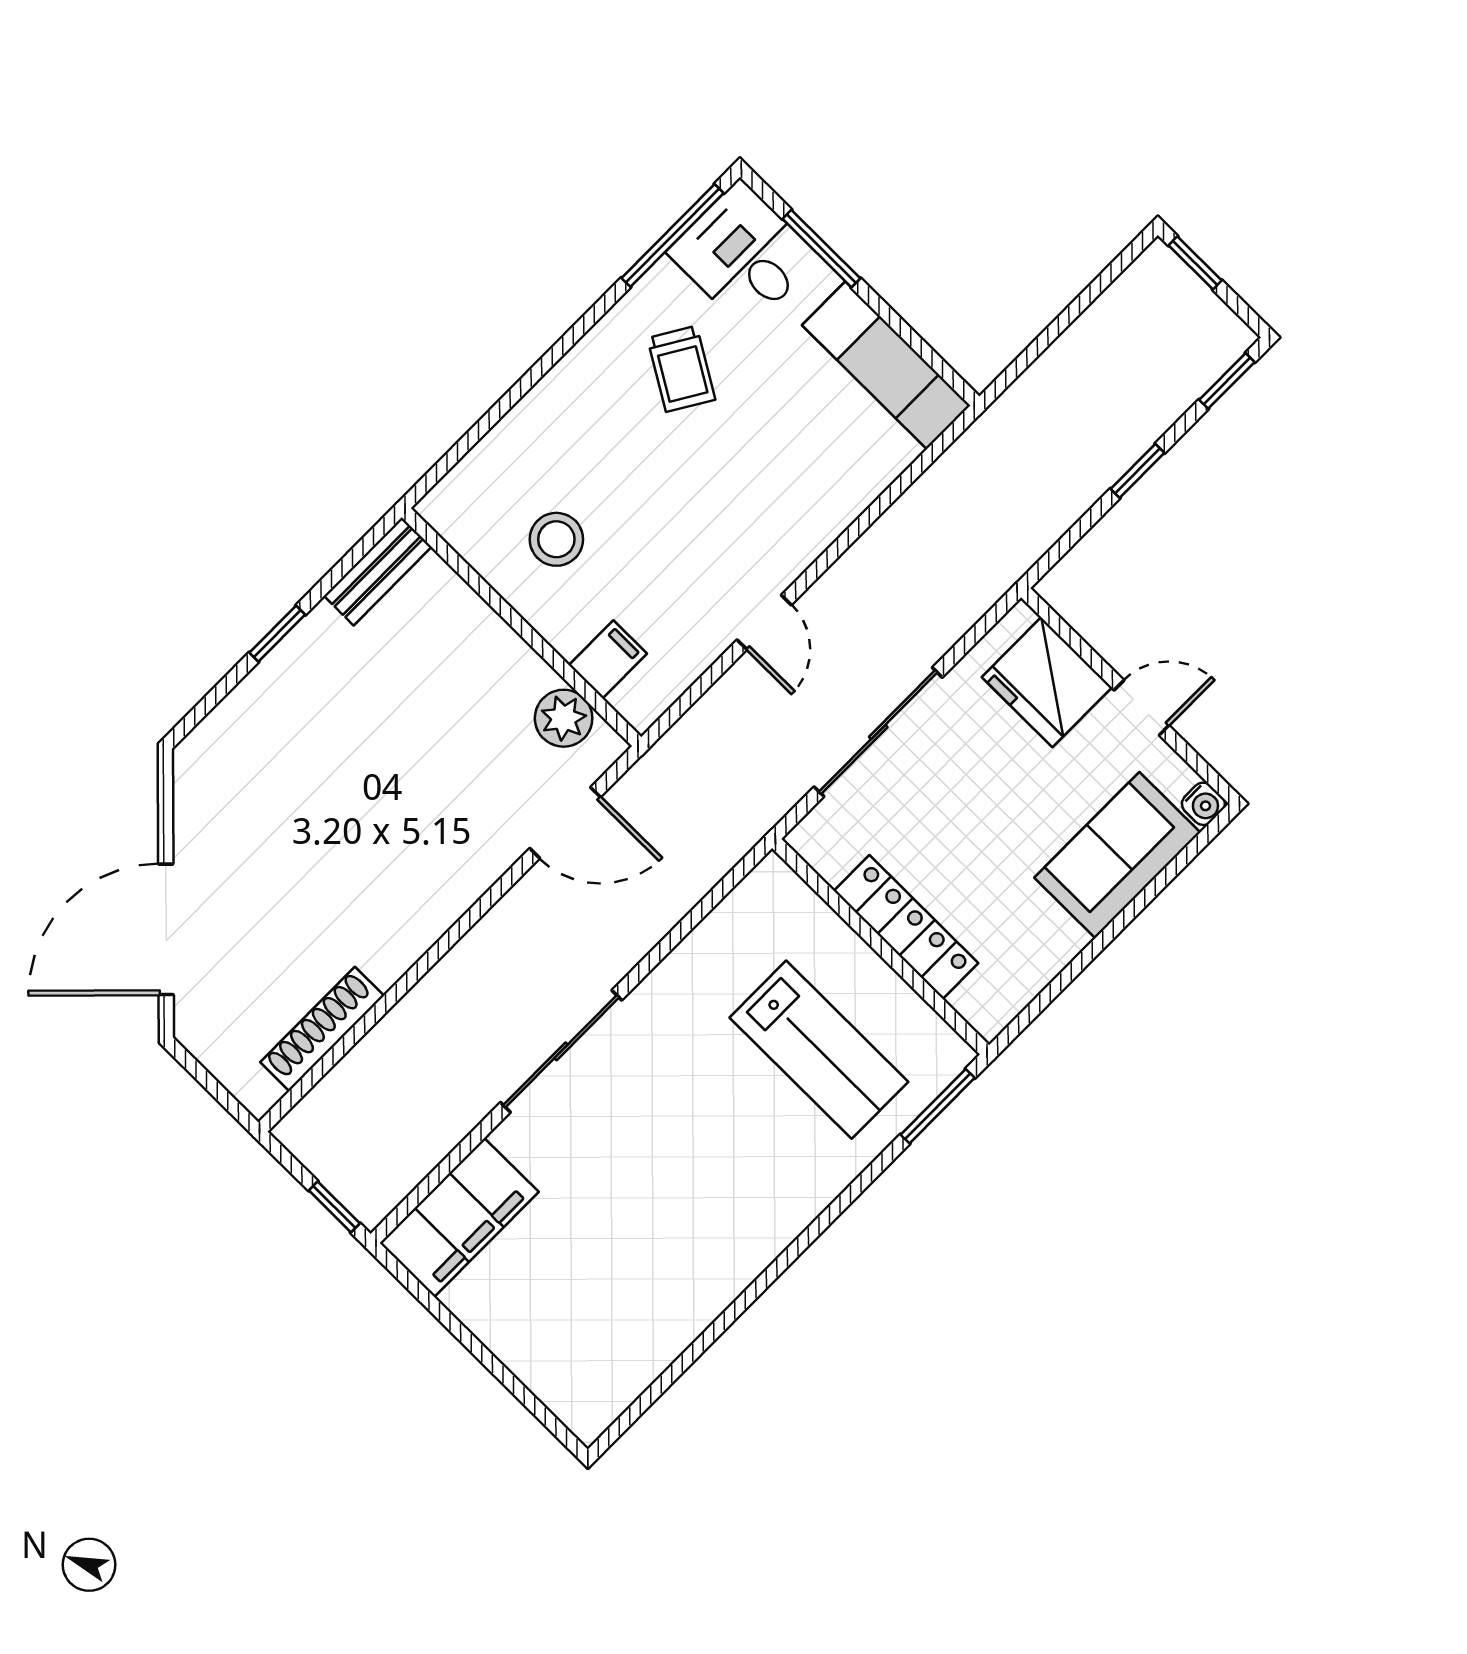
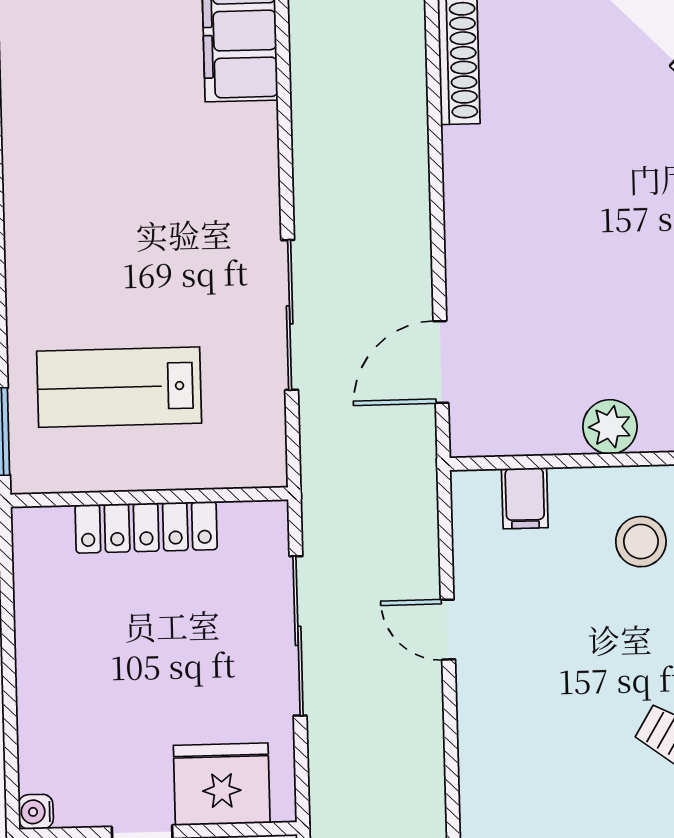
plant: (564, 718) -> (610, 427), moved
sofa: (1117, 855) -> (57, 719), removed
sliding door: (561, 1051) -> (290, 315), moved

